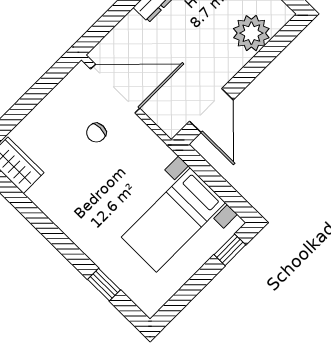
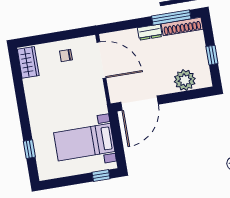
door: (211, 111) -> (139, 103), width x1.36
chair: (96, 133) -> (66, 55), moved

